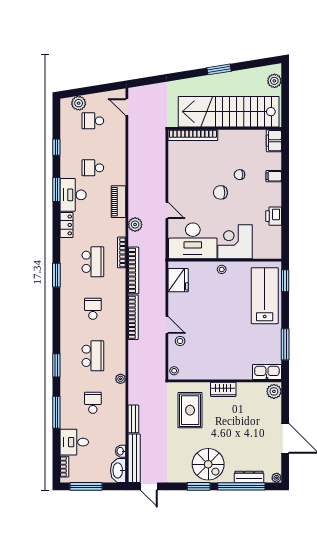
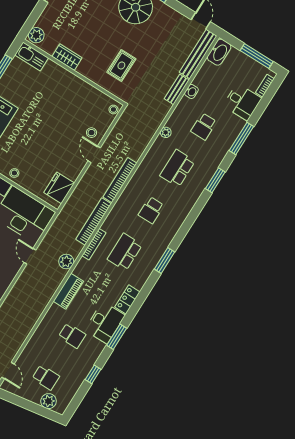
wardrobe: (223, 389) -> (67, 57), moved
rug: (190, 410) -> (121, 66), width x0.73, depth x0.70
washbasin: (121, 451) -> (191, 91), moved

